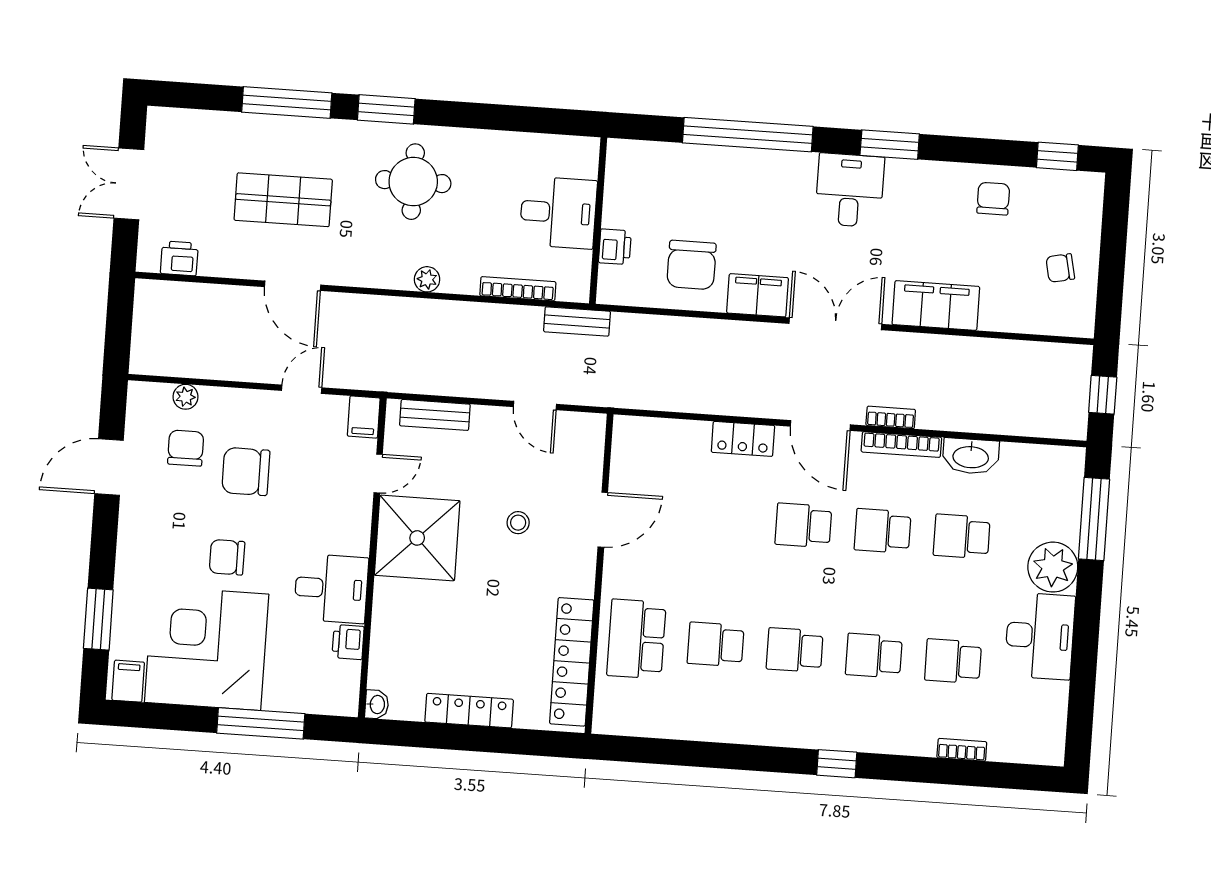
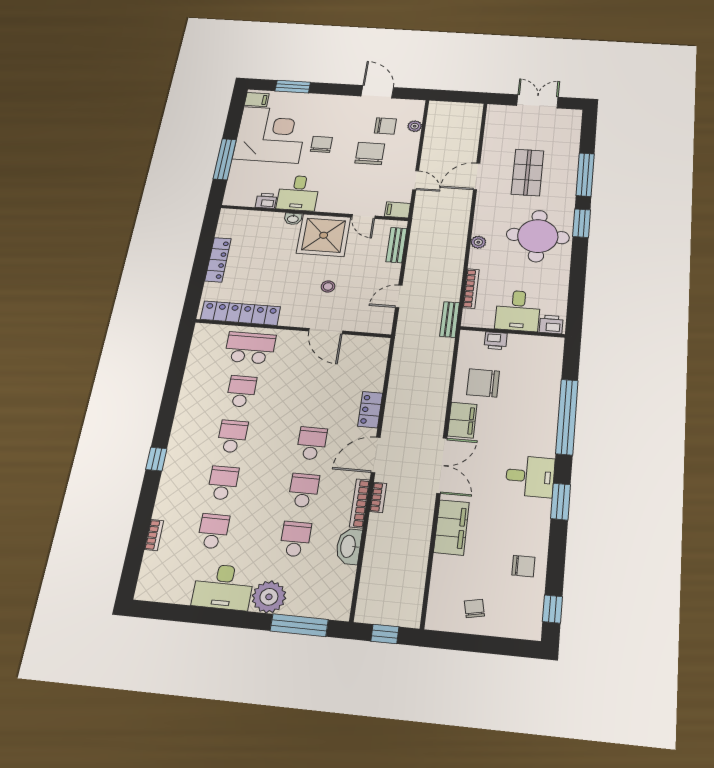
round table: (413, 182) -> (538, 236), width x1.36, depth x1.36
printer: (179, 258) -> (551, 324), moved, turned -90
washbasin: (377, 704) -> (293, 219), moved

